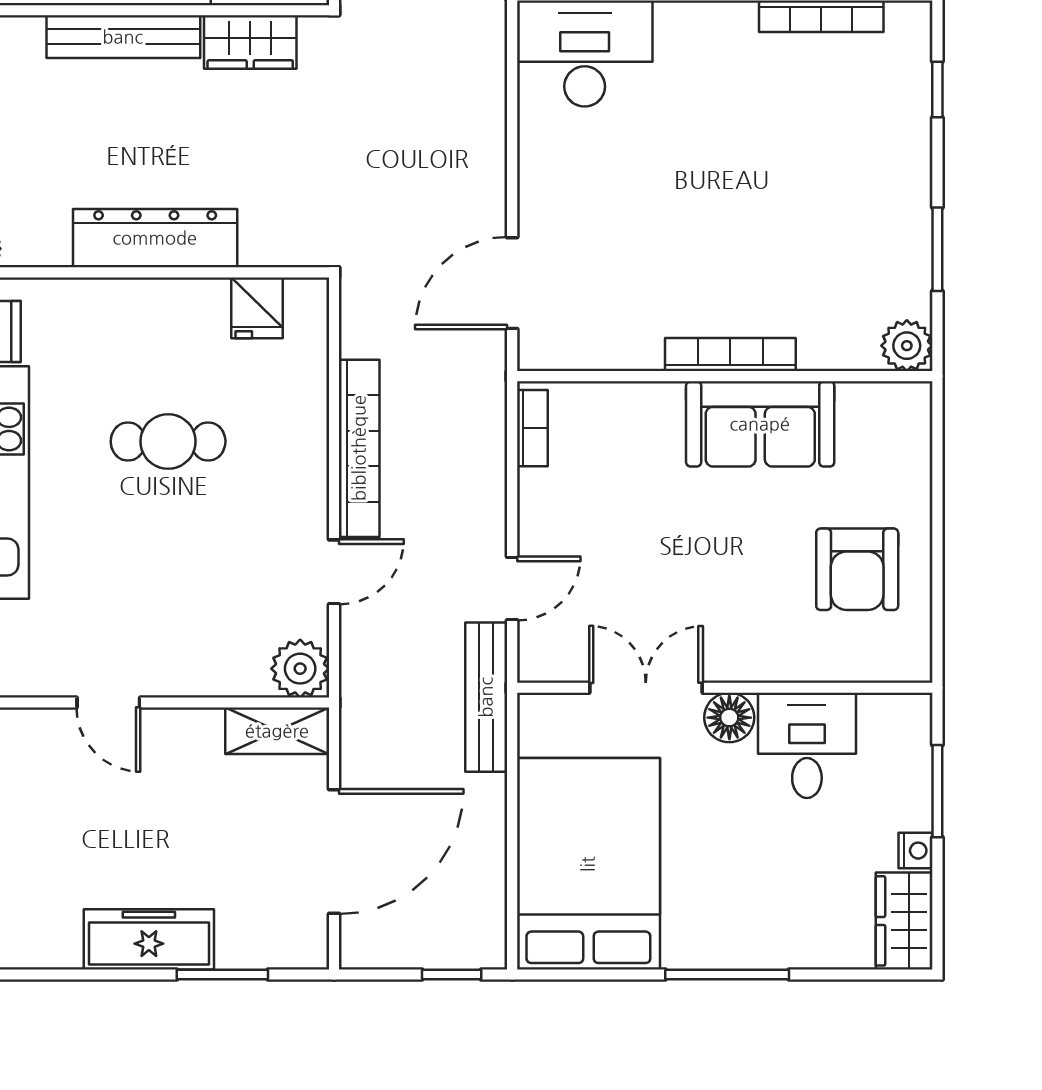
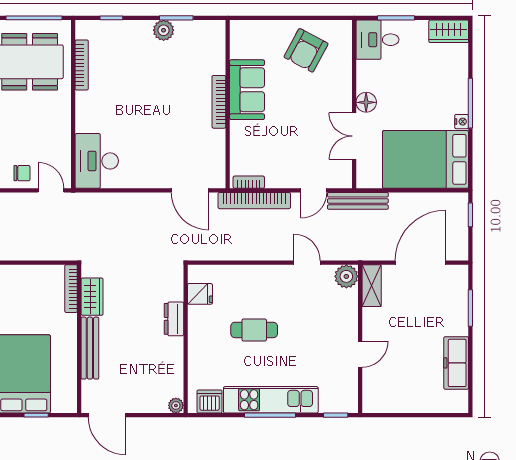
dresser: (155, 238) -> (174, 319), width x0.51, depth x0.80
plant: (907, 346) -> (164, 30), moved
cafe table: (168, 441) -> (254, 330), turned 90
bookcase: (359, 448) -> (254, 201), moved, turned 180
armchair: (857, 569) -> (306, 50), turned 118
door: (512, 589) -> (314, 190), swing flipped
desk: (807, 745) -> (377, 40), moved
nightstand: (916, 851) -> (462, 122), moved, turned 90
door: (334, 852) -> (421, 263), hinge flipped
freezer: (149, 939) -> (456, 363), moved

